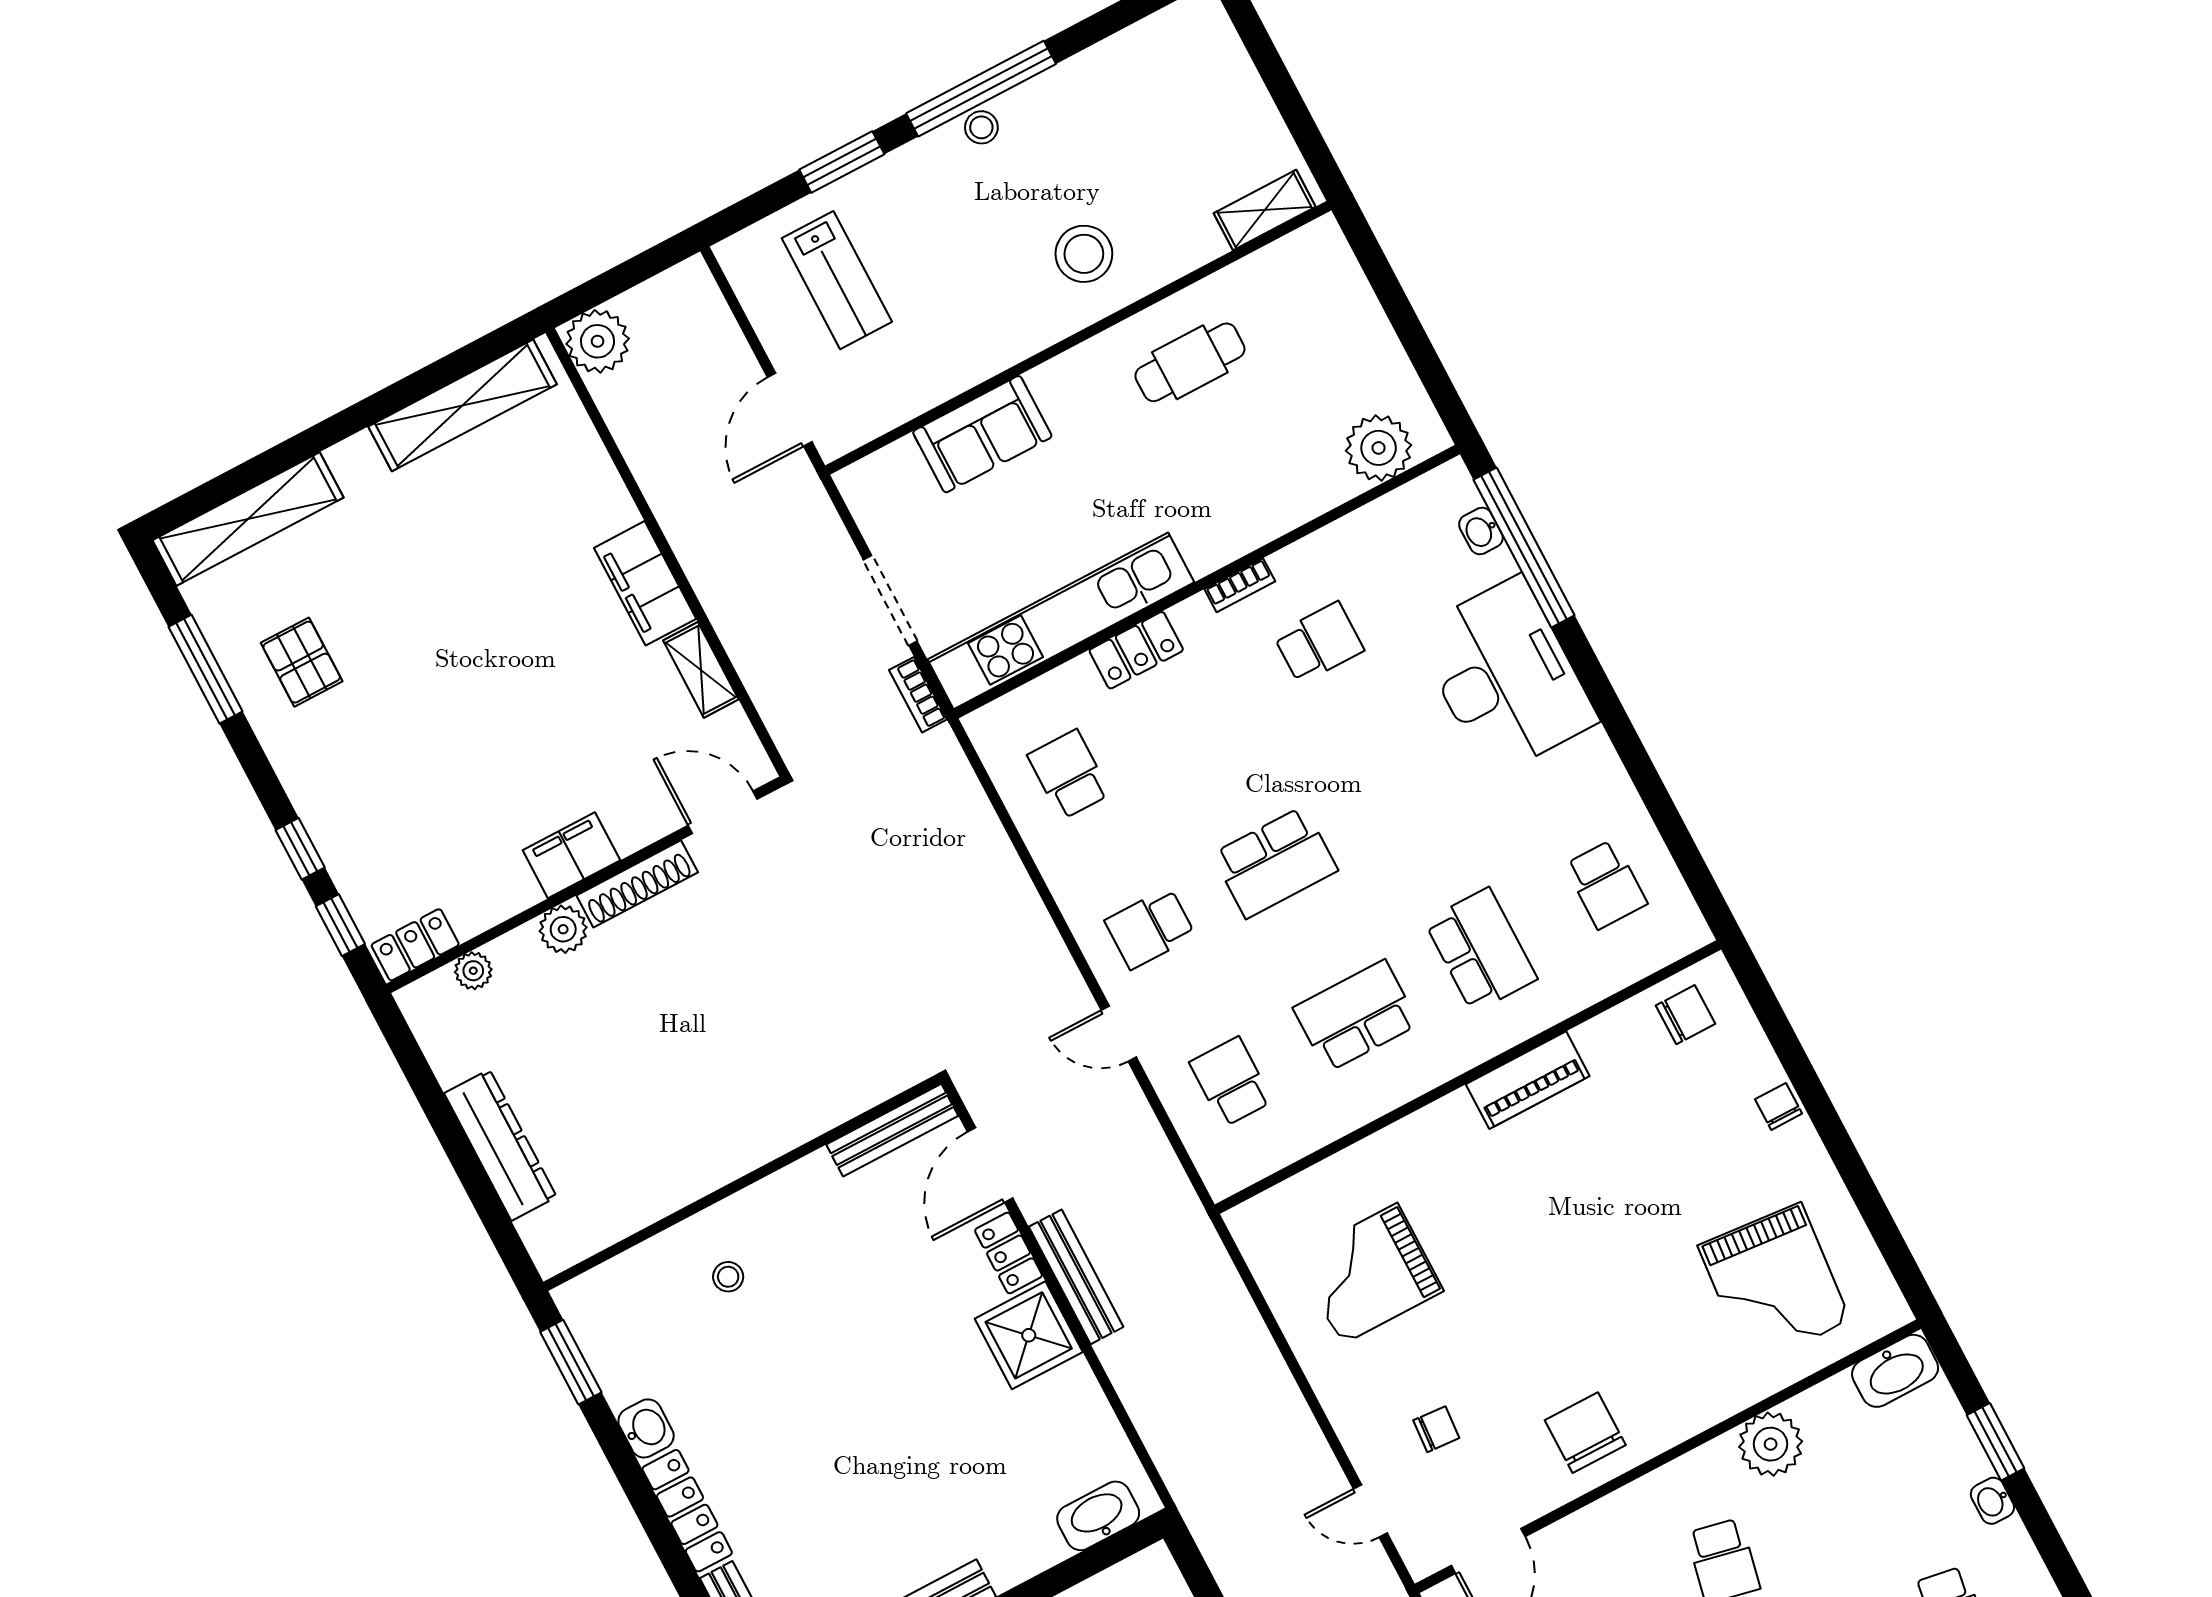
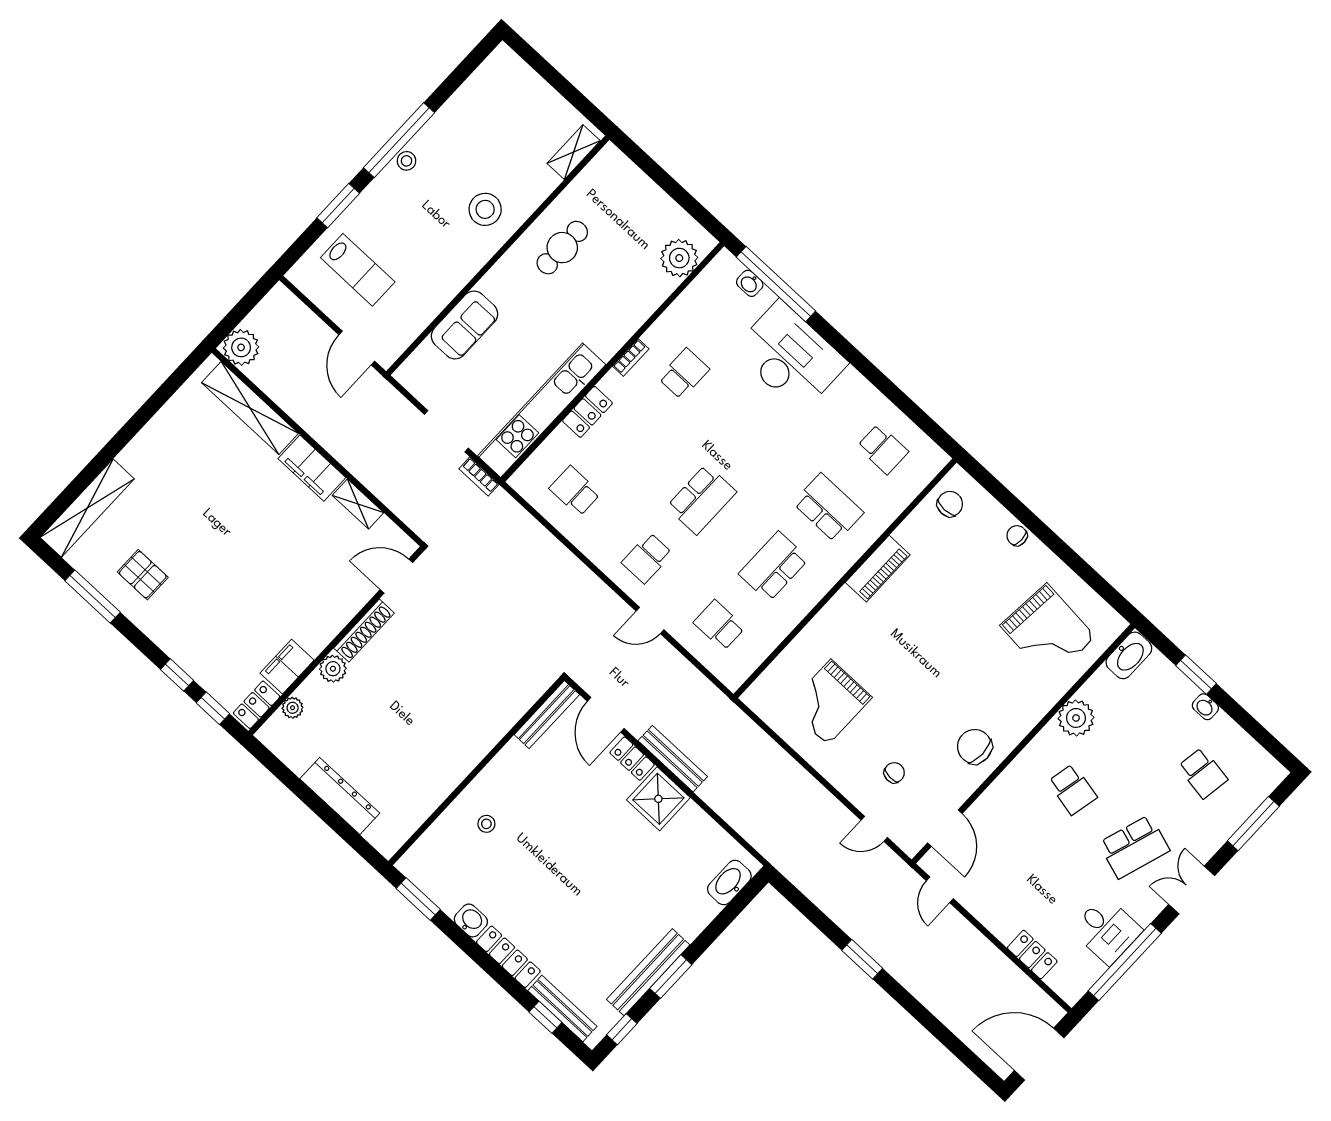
shelving: (462, 405) -> (250, 408), moved, turned 90
filing cabinet: (571, 855) -> (287, 667), moved

